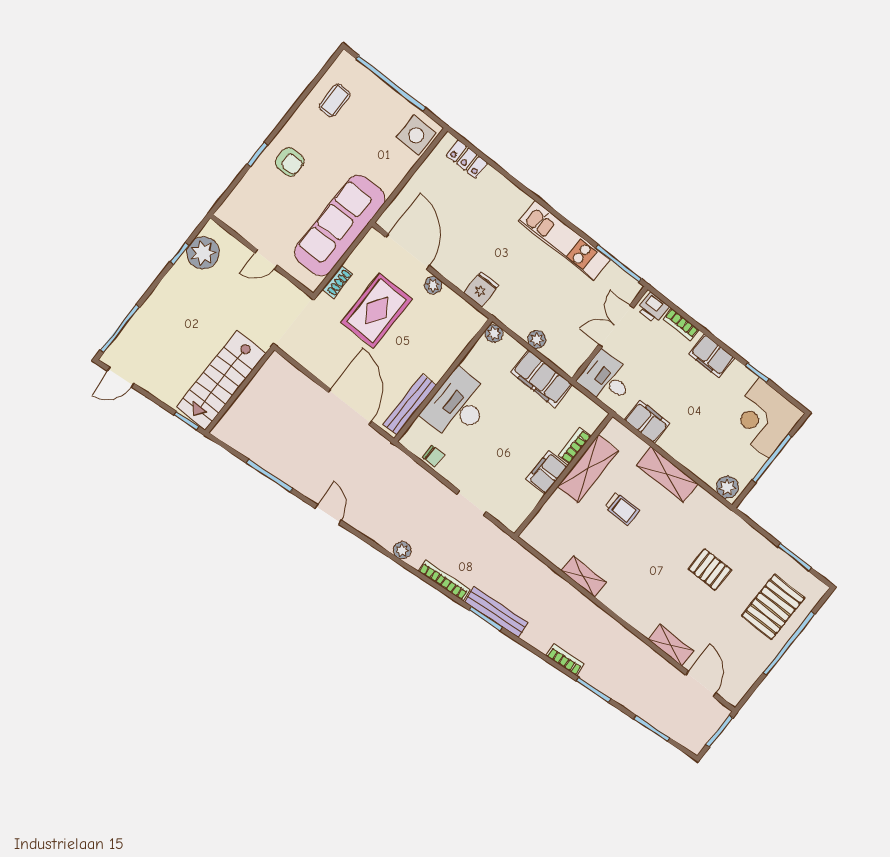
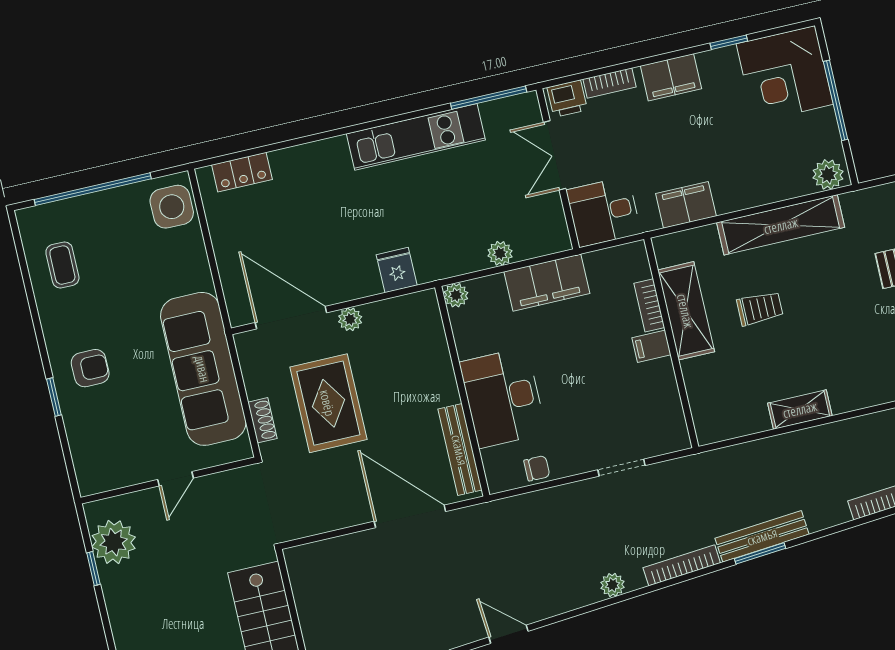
filing cabinet: (547, 473) -> (652, 346), width x0.50
shelving: (667, 475) -> (781, 225), width x1.47

